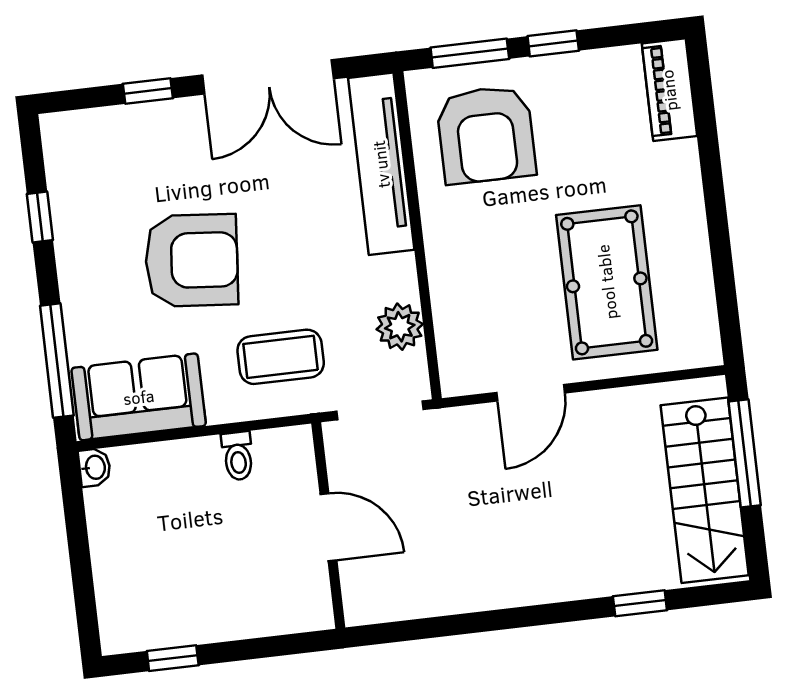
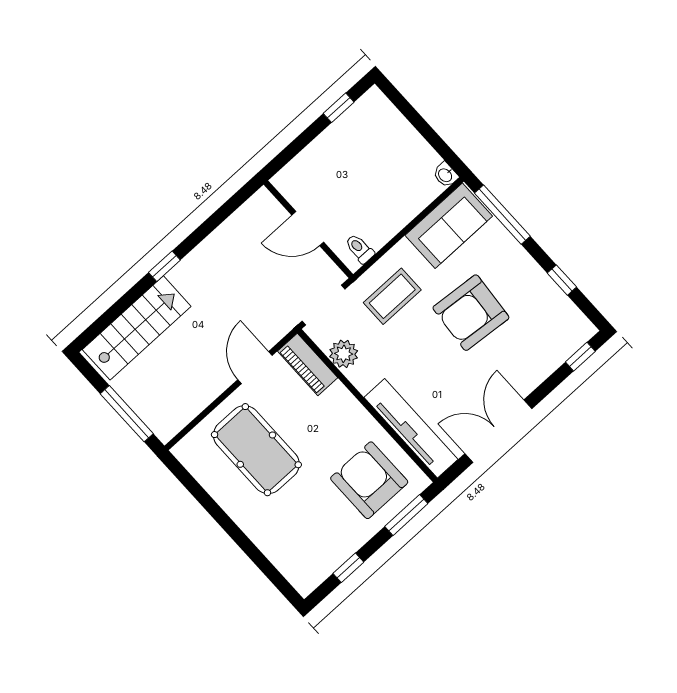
window: (553, 43) -> (348, 568), moved
piano: (669, 90) -> (308, 364), moved, turned 180
window: (148, 91) -> (580, 357), moved
toilet: (238, 456) -> (360, 249), moved
stairs: (705, 490) -> (137, 328), moved, turned 90
window: (640, 603) -> (164, 266), moved

